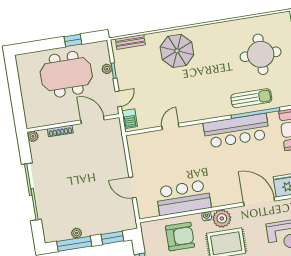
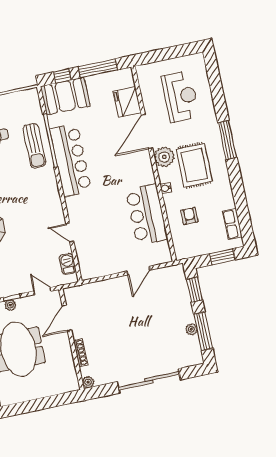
sun lounger: (251, 98) -> (34, 146), turned 180
barbecue: (130, 119) -> (67, 264), moved, turned -90
plant: (222, 218) -> (164, 157), moved
armchair: (180, 237) -> (189, 216), width x0.53, depth x0.53

